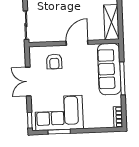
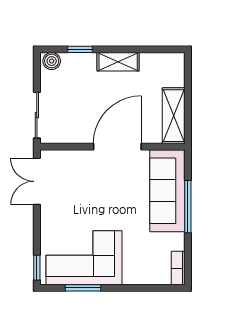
door: (77, 43) -> (117, 147), width x1.36
armchair: (54, 62) -> (80, 175), removed
double door: (28, 82) -> (37, 181), moved

